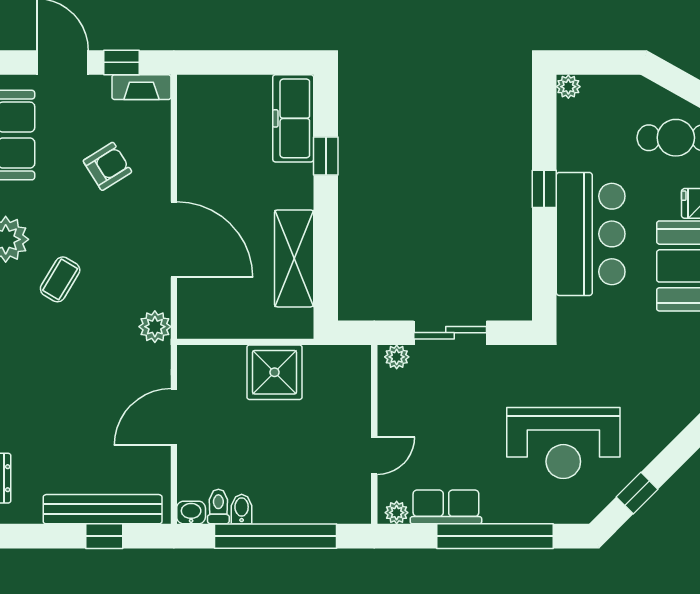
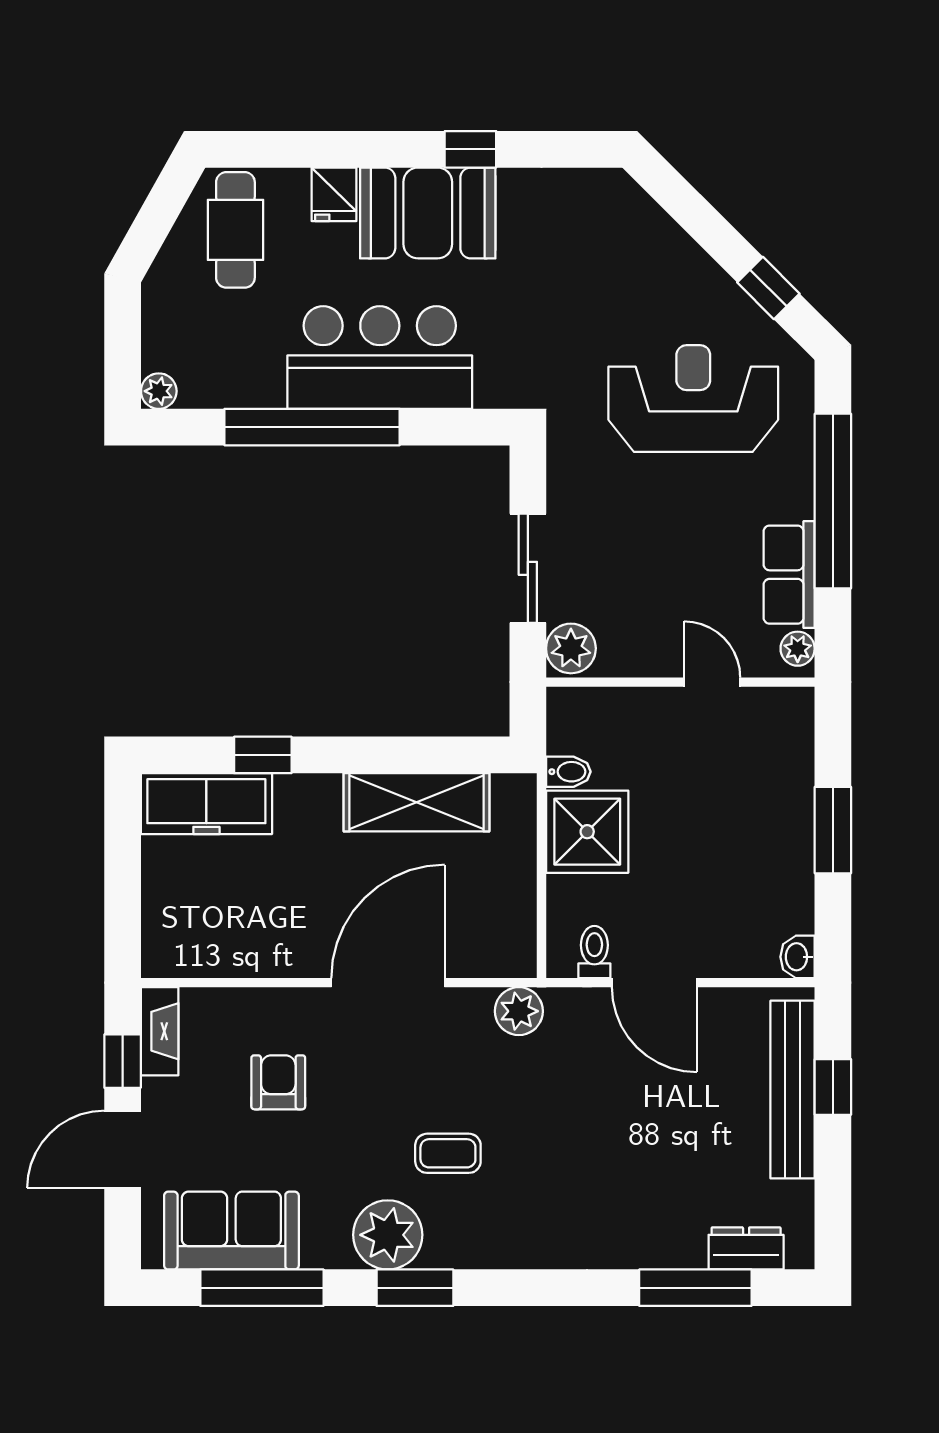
armchair: (107, 166) -> (278, 1082), turned 32
window: (544, 189) -> (312, 427), width x3.17
coffee table: (60, 279) -> (448, 1153), turned -31
plant: (397, 357) -> (571, 648), width x1.38, depth x1.38
reception desk: (563, 443) -> (693, 399), turned -90
toilet: (218, 507) -> (594, 952), moved, turned 90
bidet: (242, 509) -> (568, 772), moved, turned 180
window: (276, 536) -> (833, 830), width x0.47

